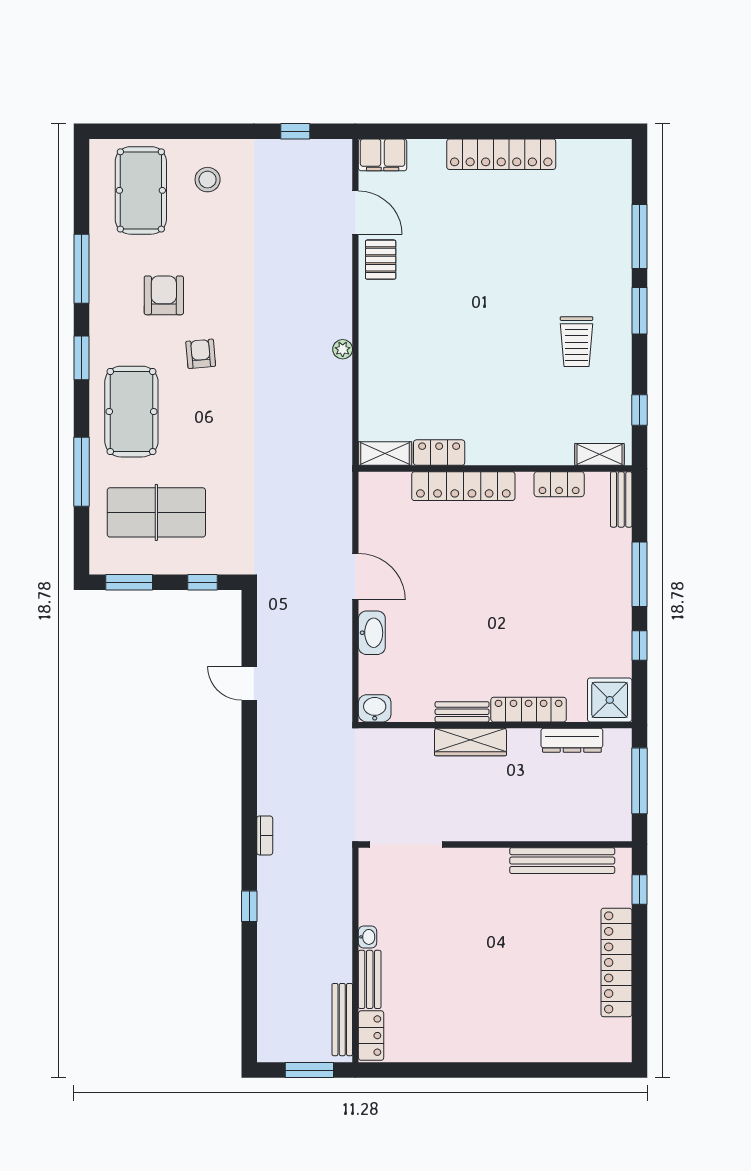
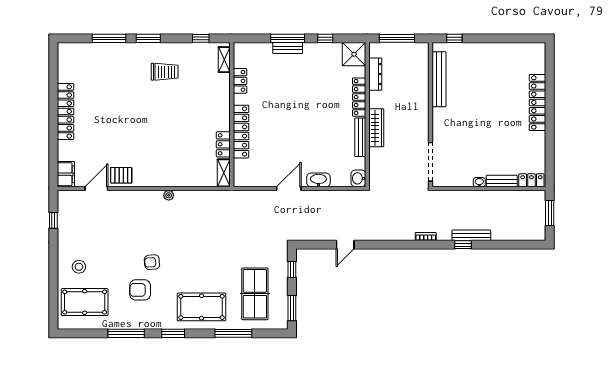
armchair: (201, 354) -> (152, 262), moved
bench: (621, 499) -> (288, 48), moved
bench: (462, 712) -> (360, 137), width x1.36
locker: (616, 962) -> (538, 102), moved, turned 90
bench: (342, 1020) -> (471, 235), moved

